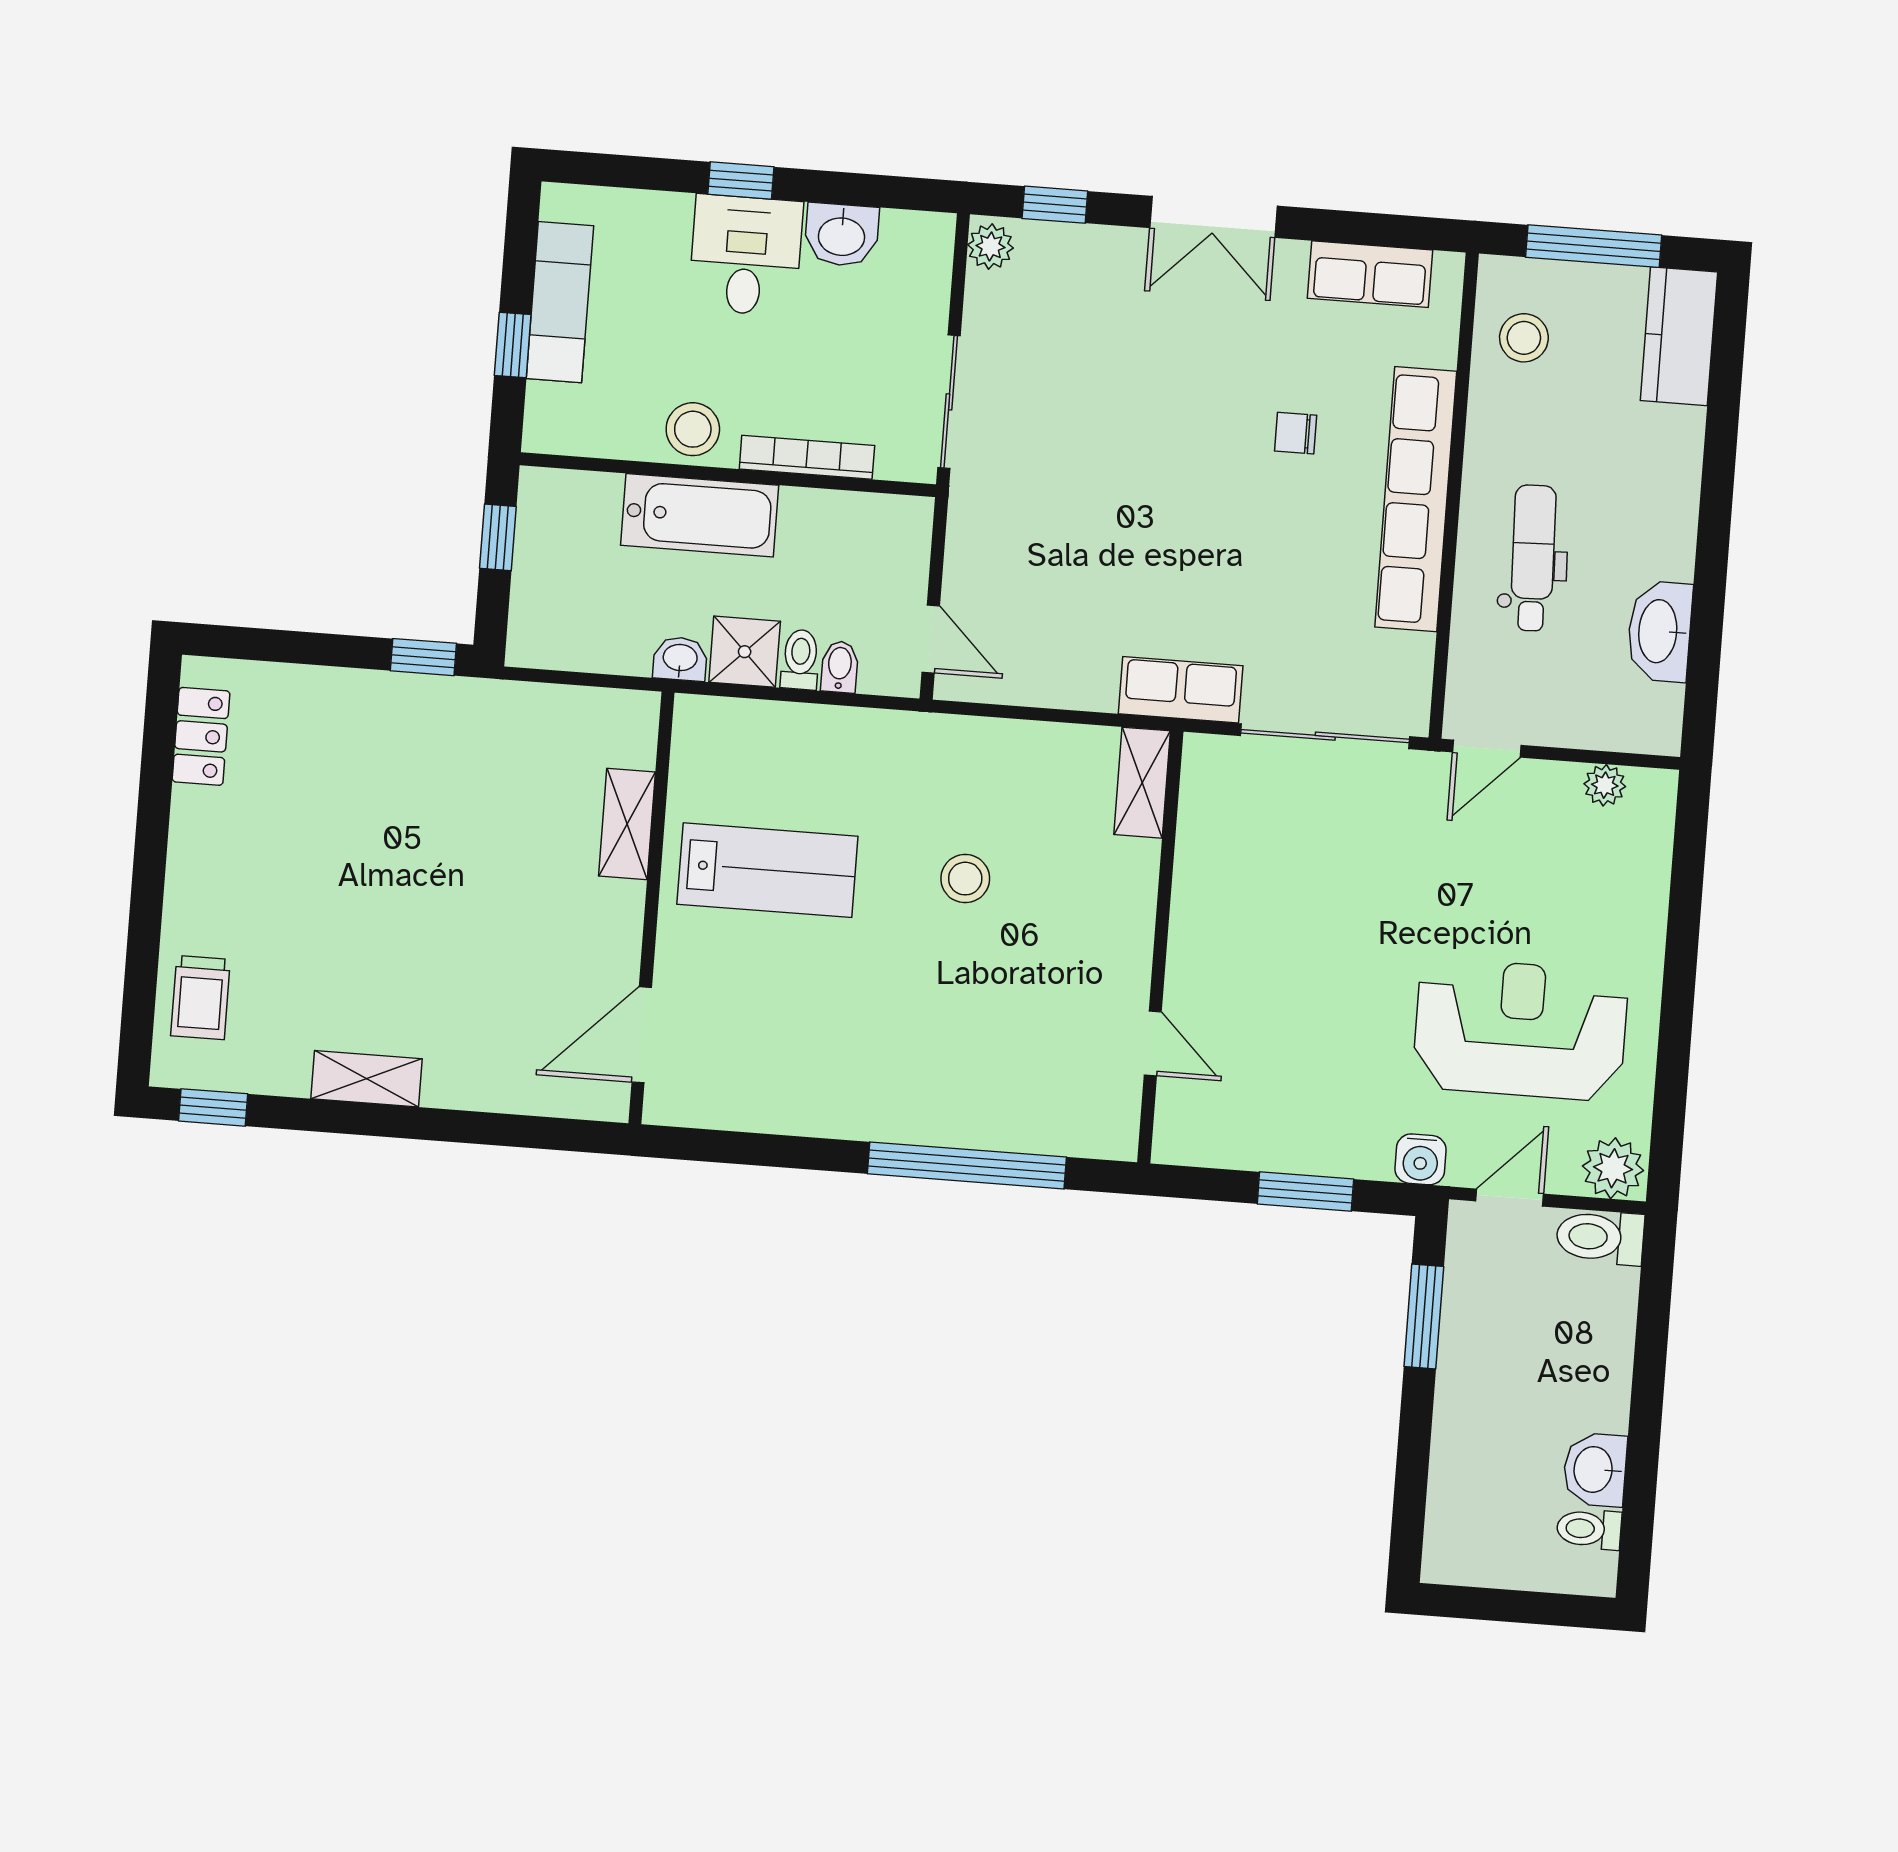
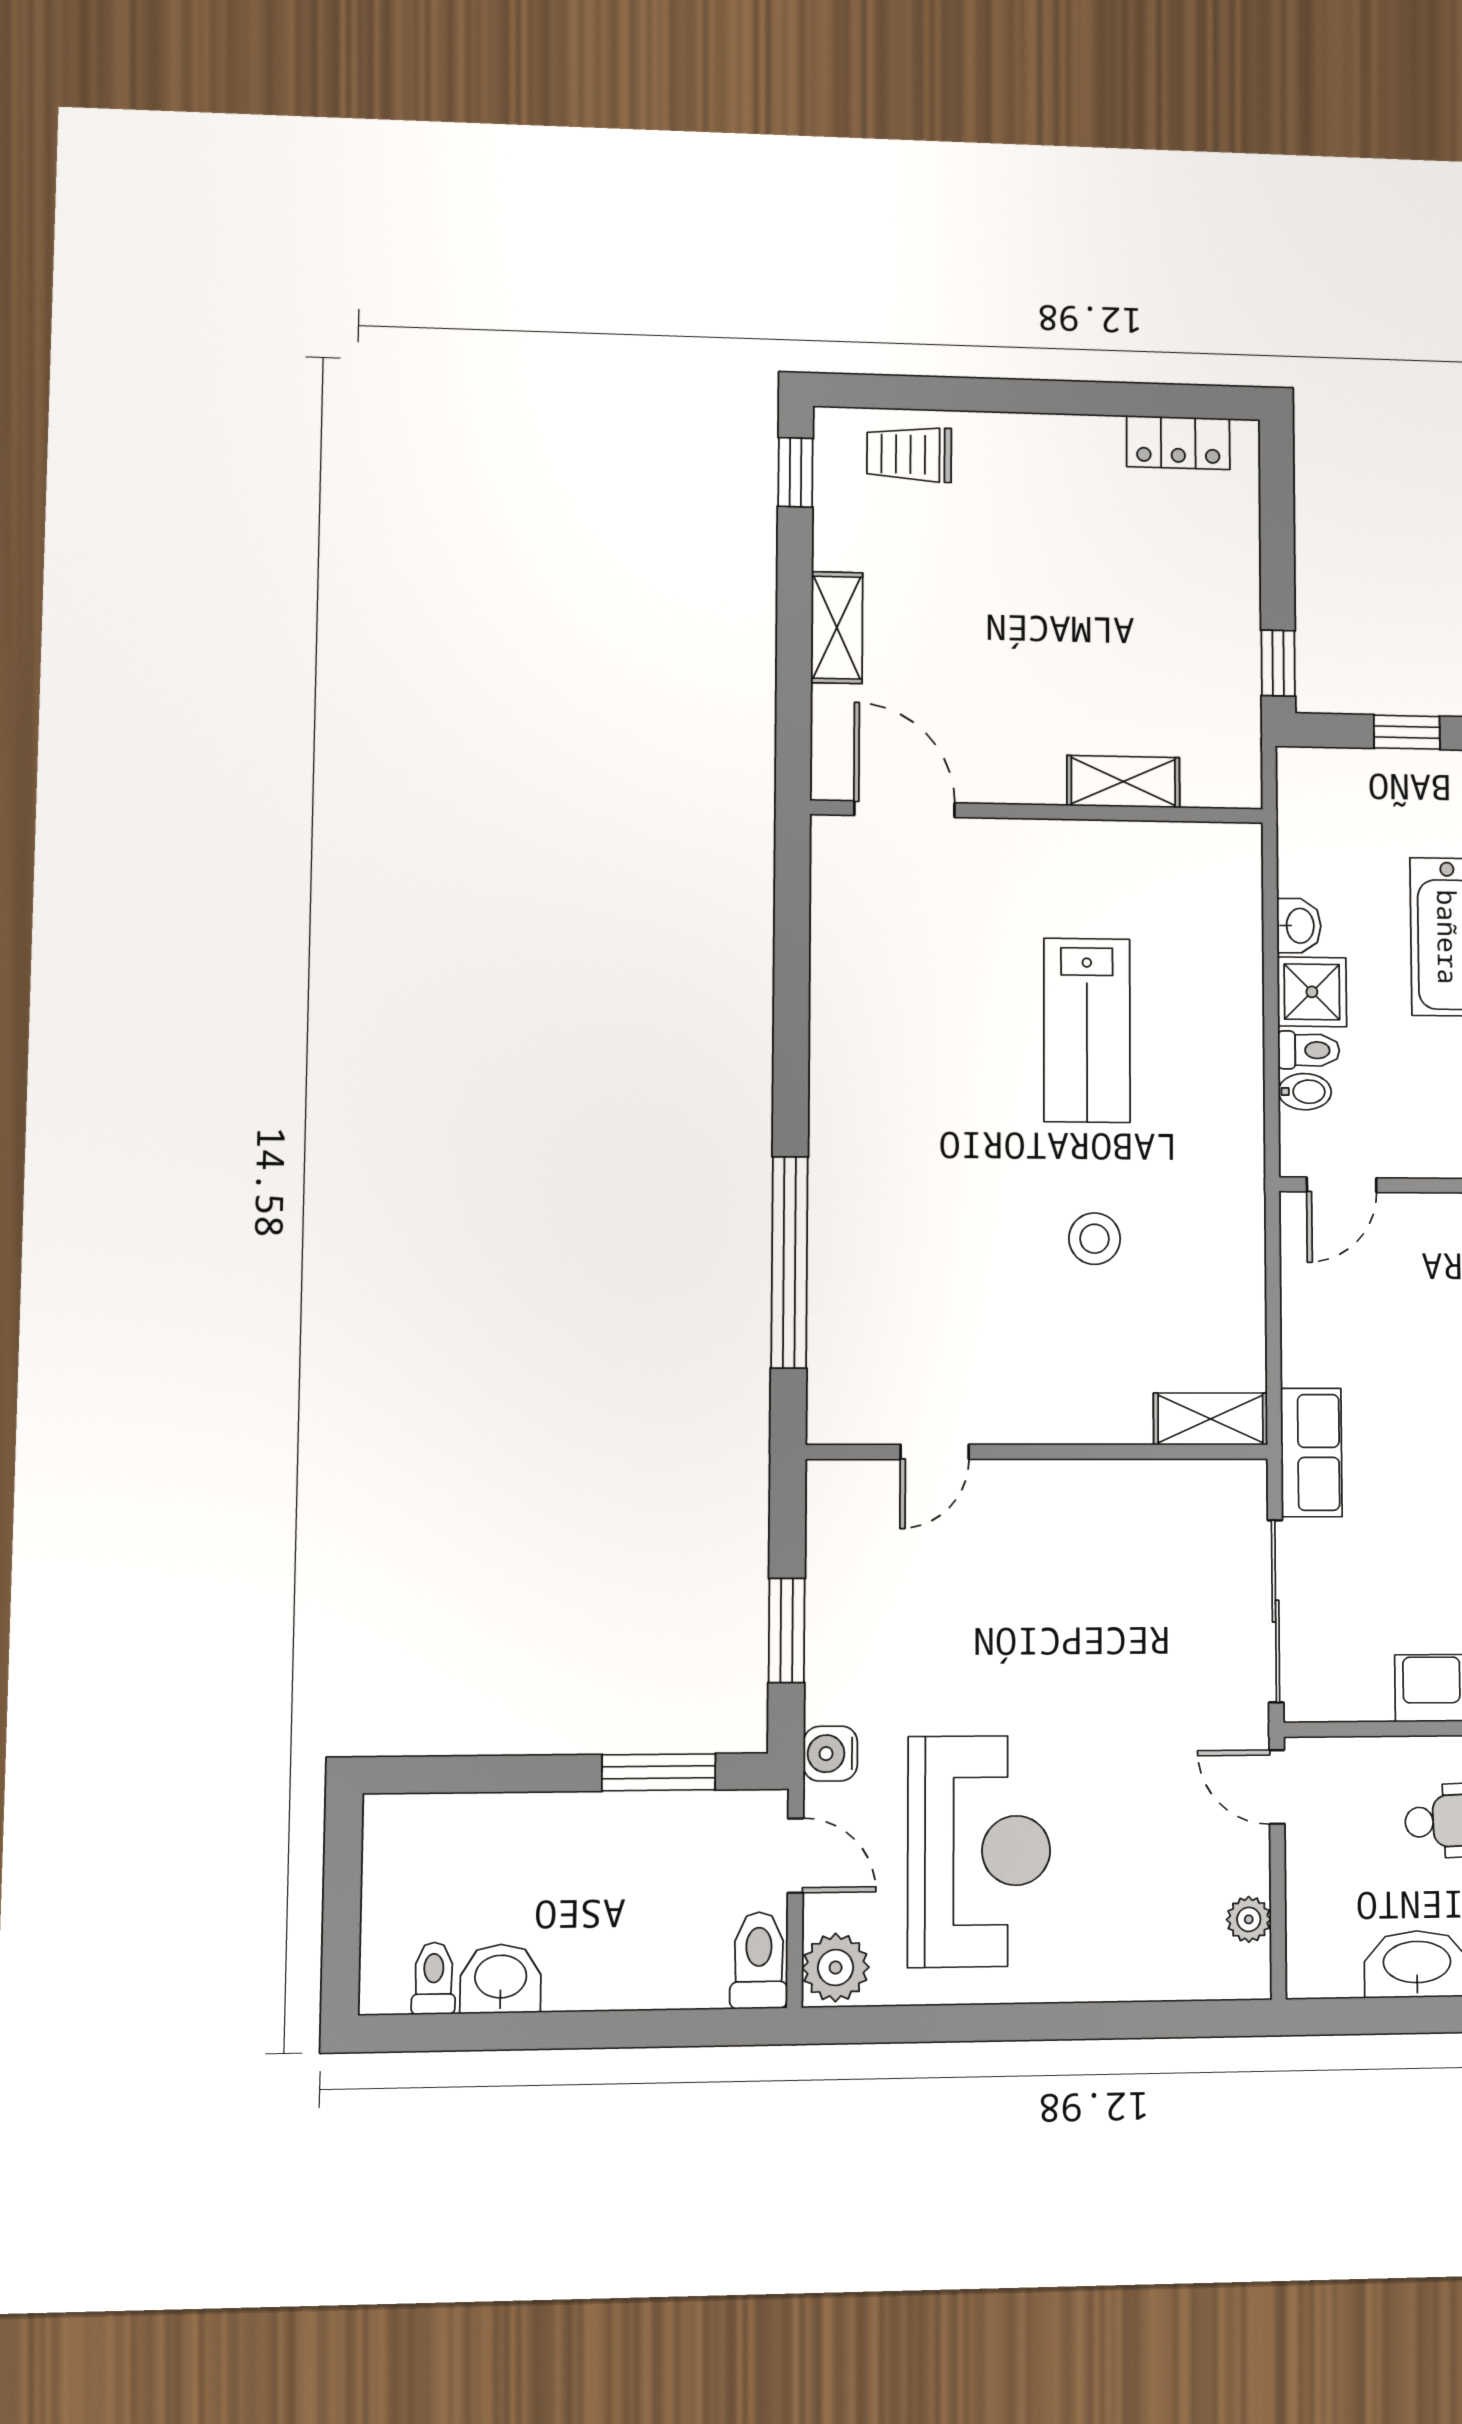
shelving: (627, 824) -> (1123, 782), moved
wall: (651, 908) -> (1038, 812), moved
door: (642, 1035) -> (904, 809), moved

